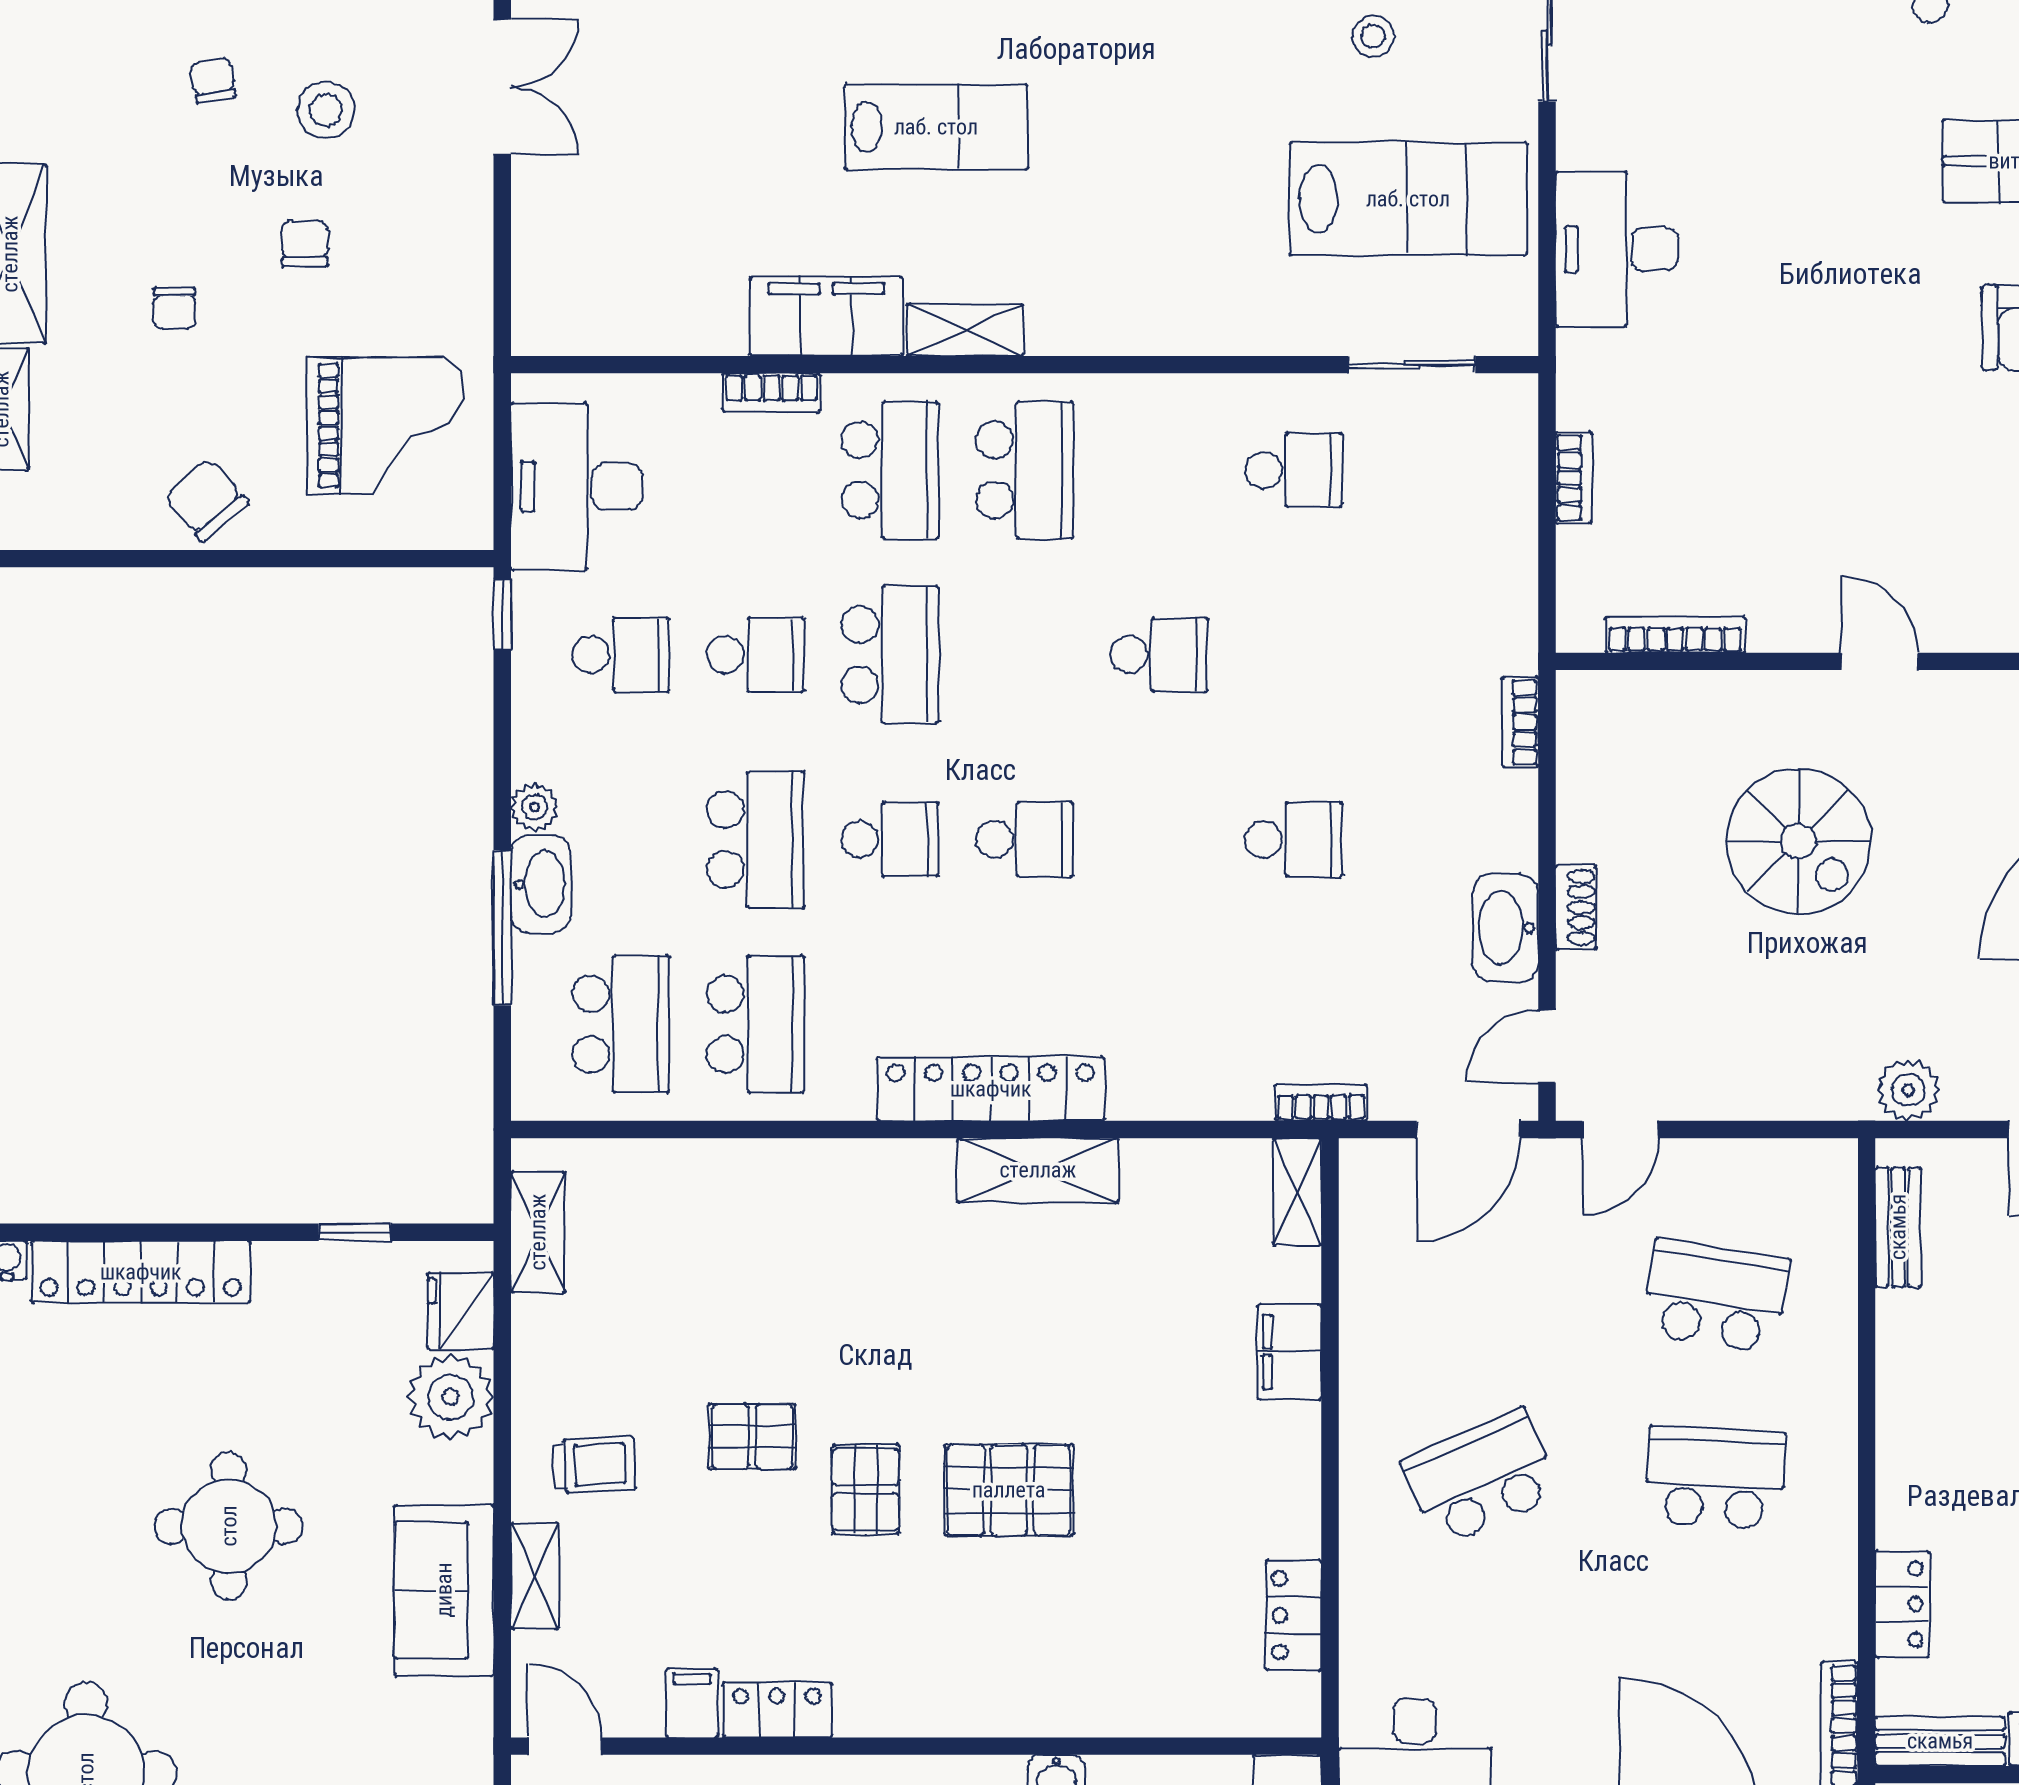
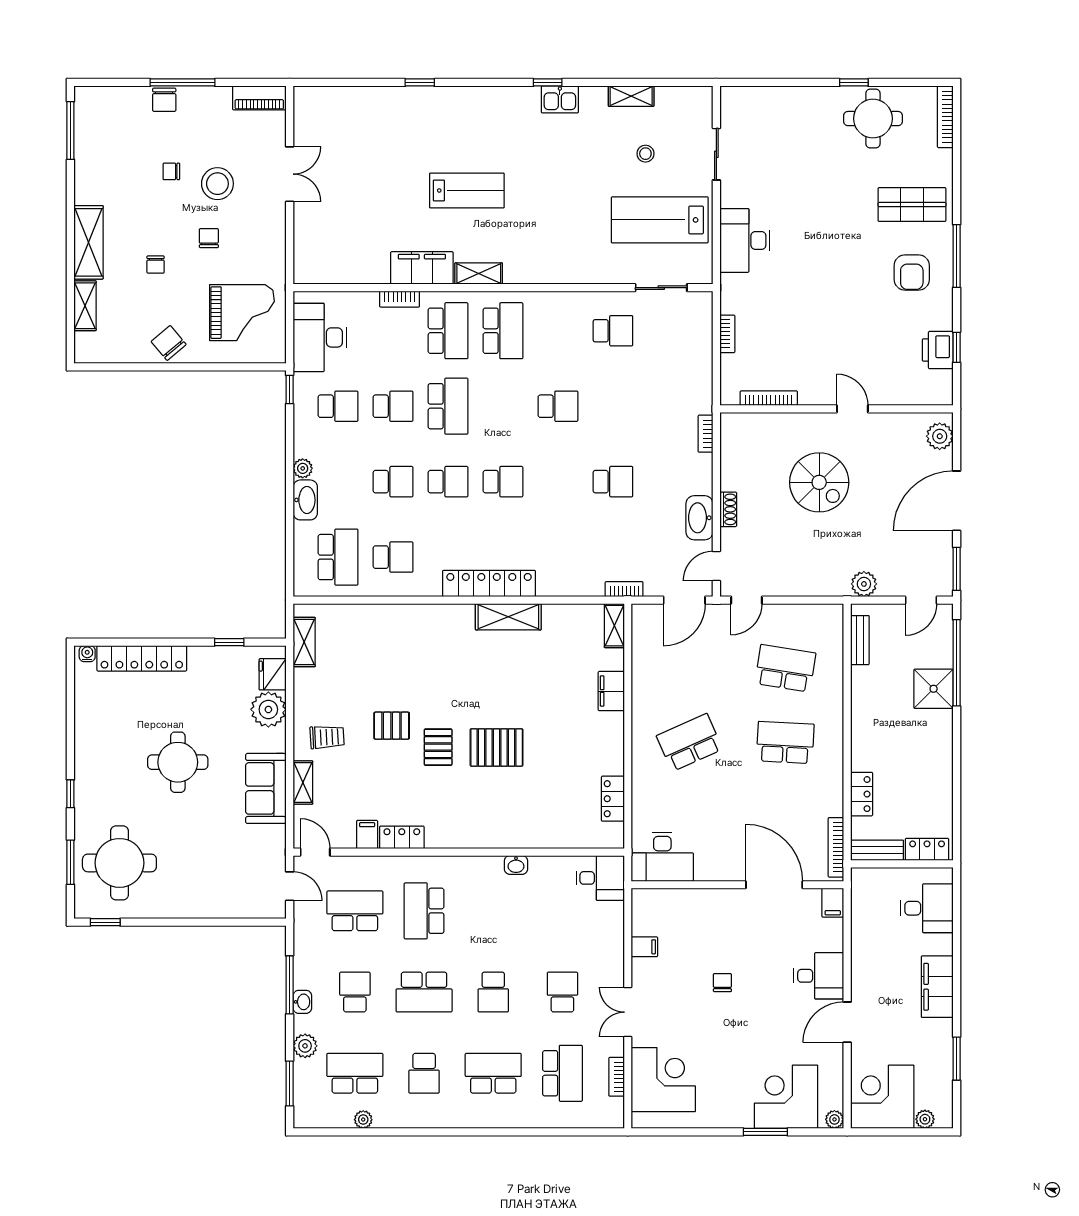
chair: (213, 80) -> (171, 171), turned -81
stool: (326, 110) -> (217, 184), width x1.38, depth x1.38
lab bench: (1408, 199) -> (660, 220), turned 180
school desk: (755, 839) -> (393, 482), width x0.54
window: (502, 928) -> (290, 518), removed
school desk: (755, 1024) -> (393, 557), width x0.54

